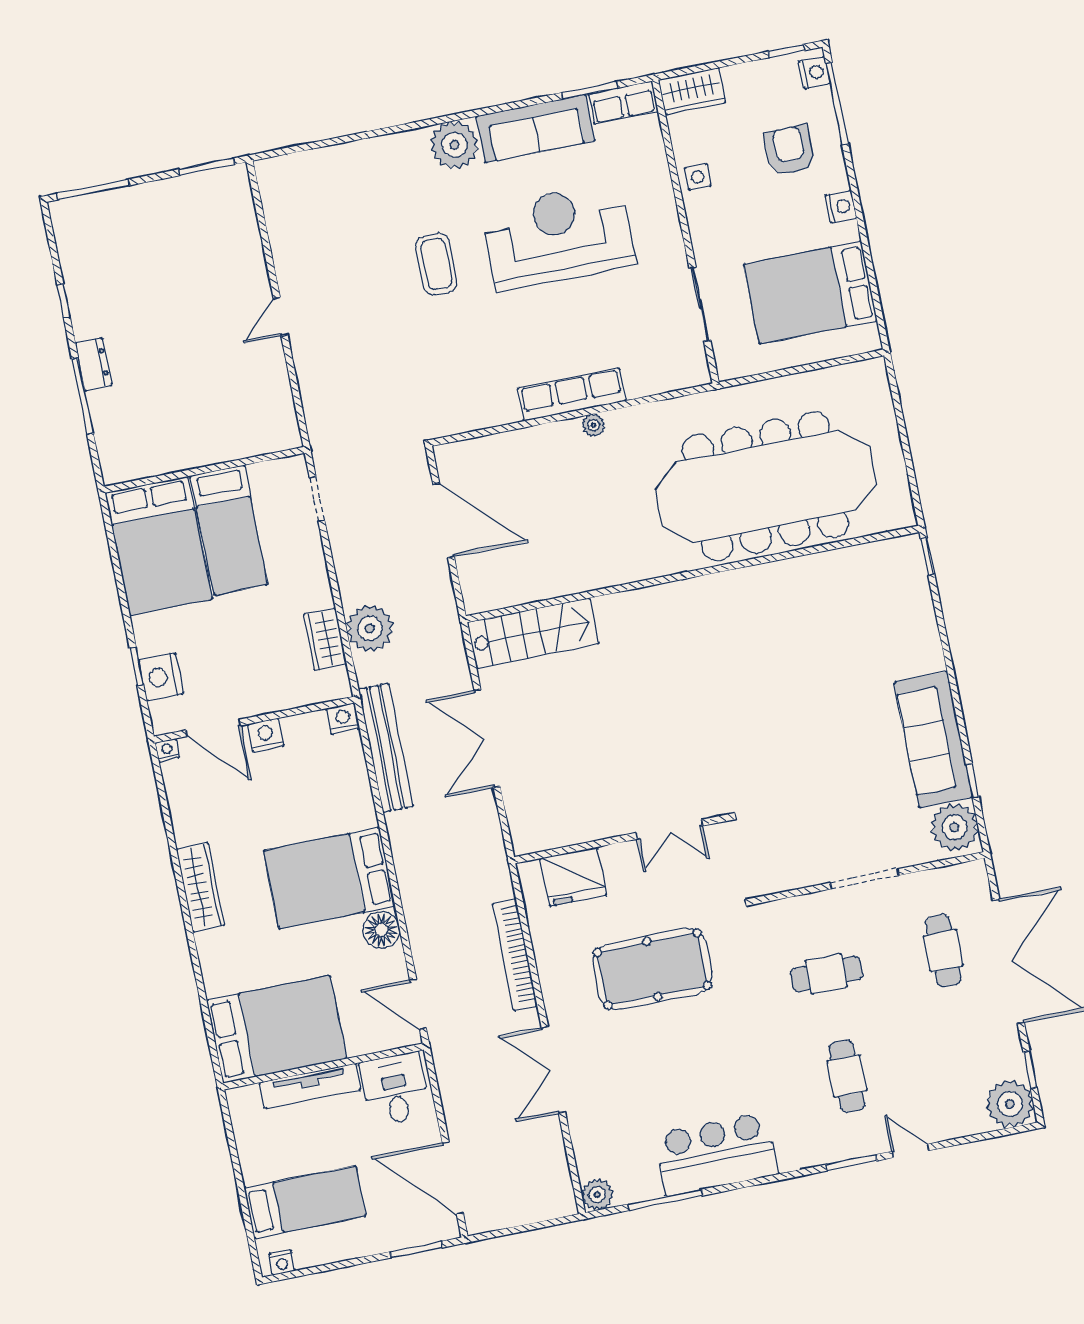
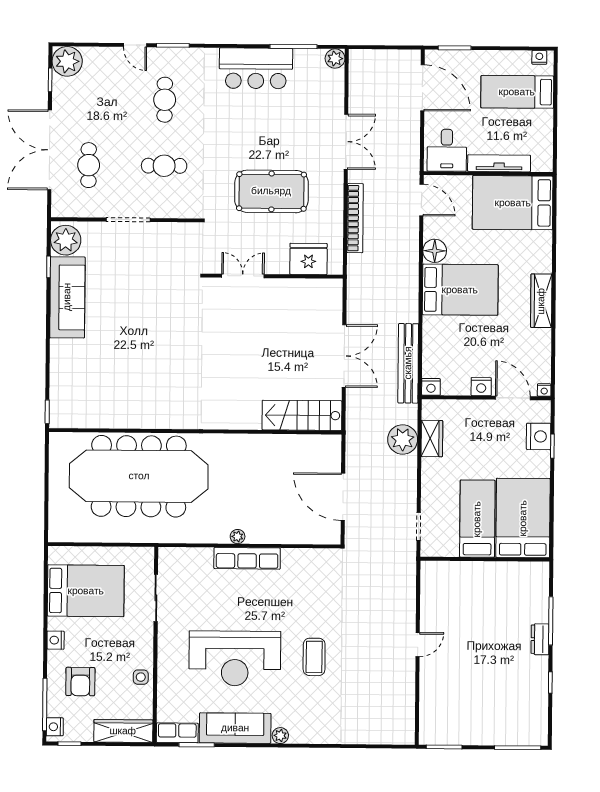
wardrobe: (692, 91) -> (123, 731), width x1.50
plant: (455, 145) -> (280, 736), width x0.53, depth x0.53

